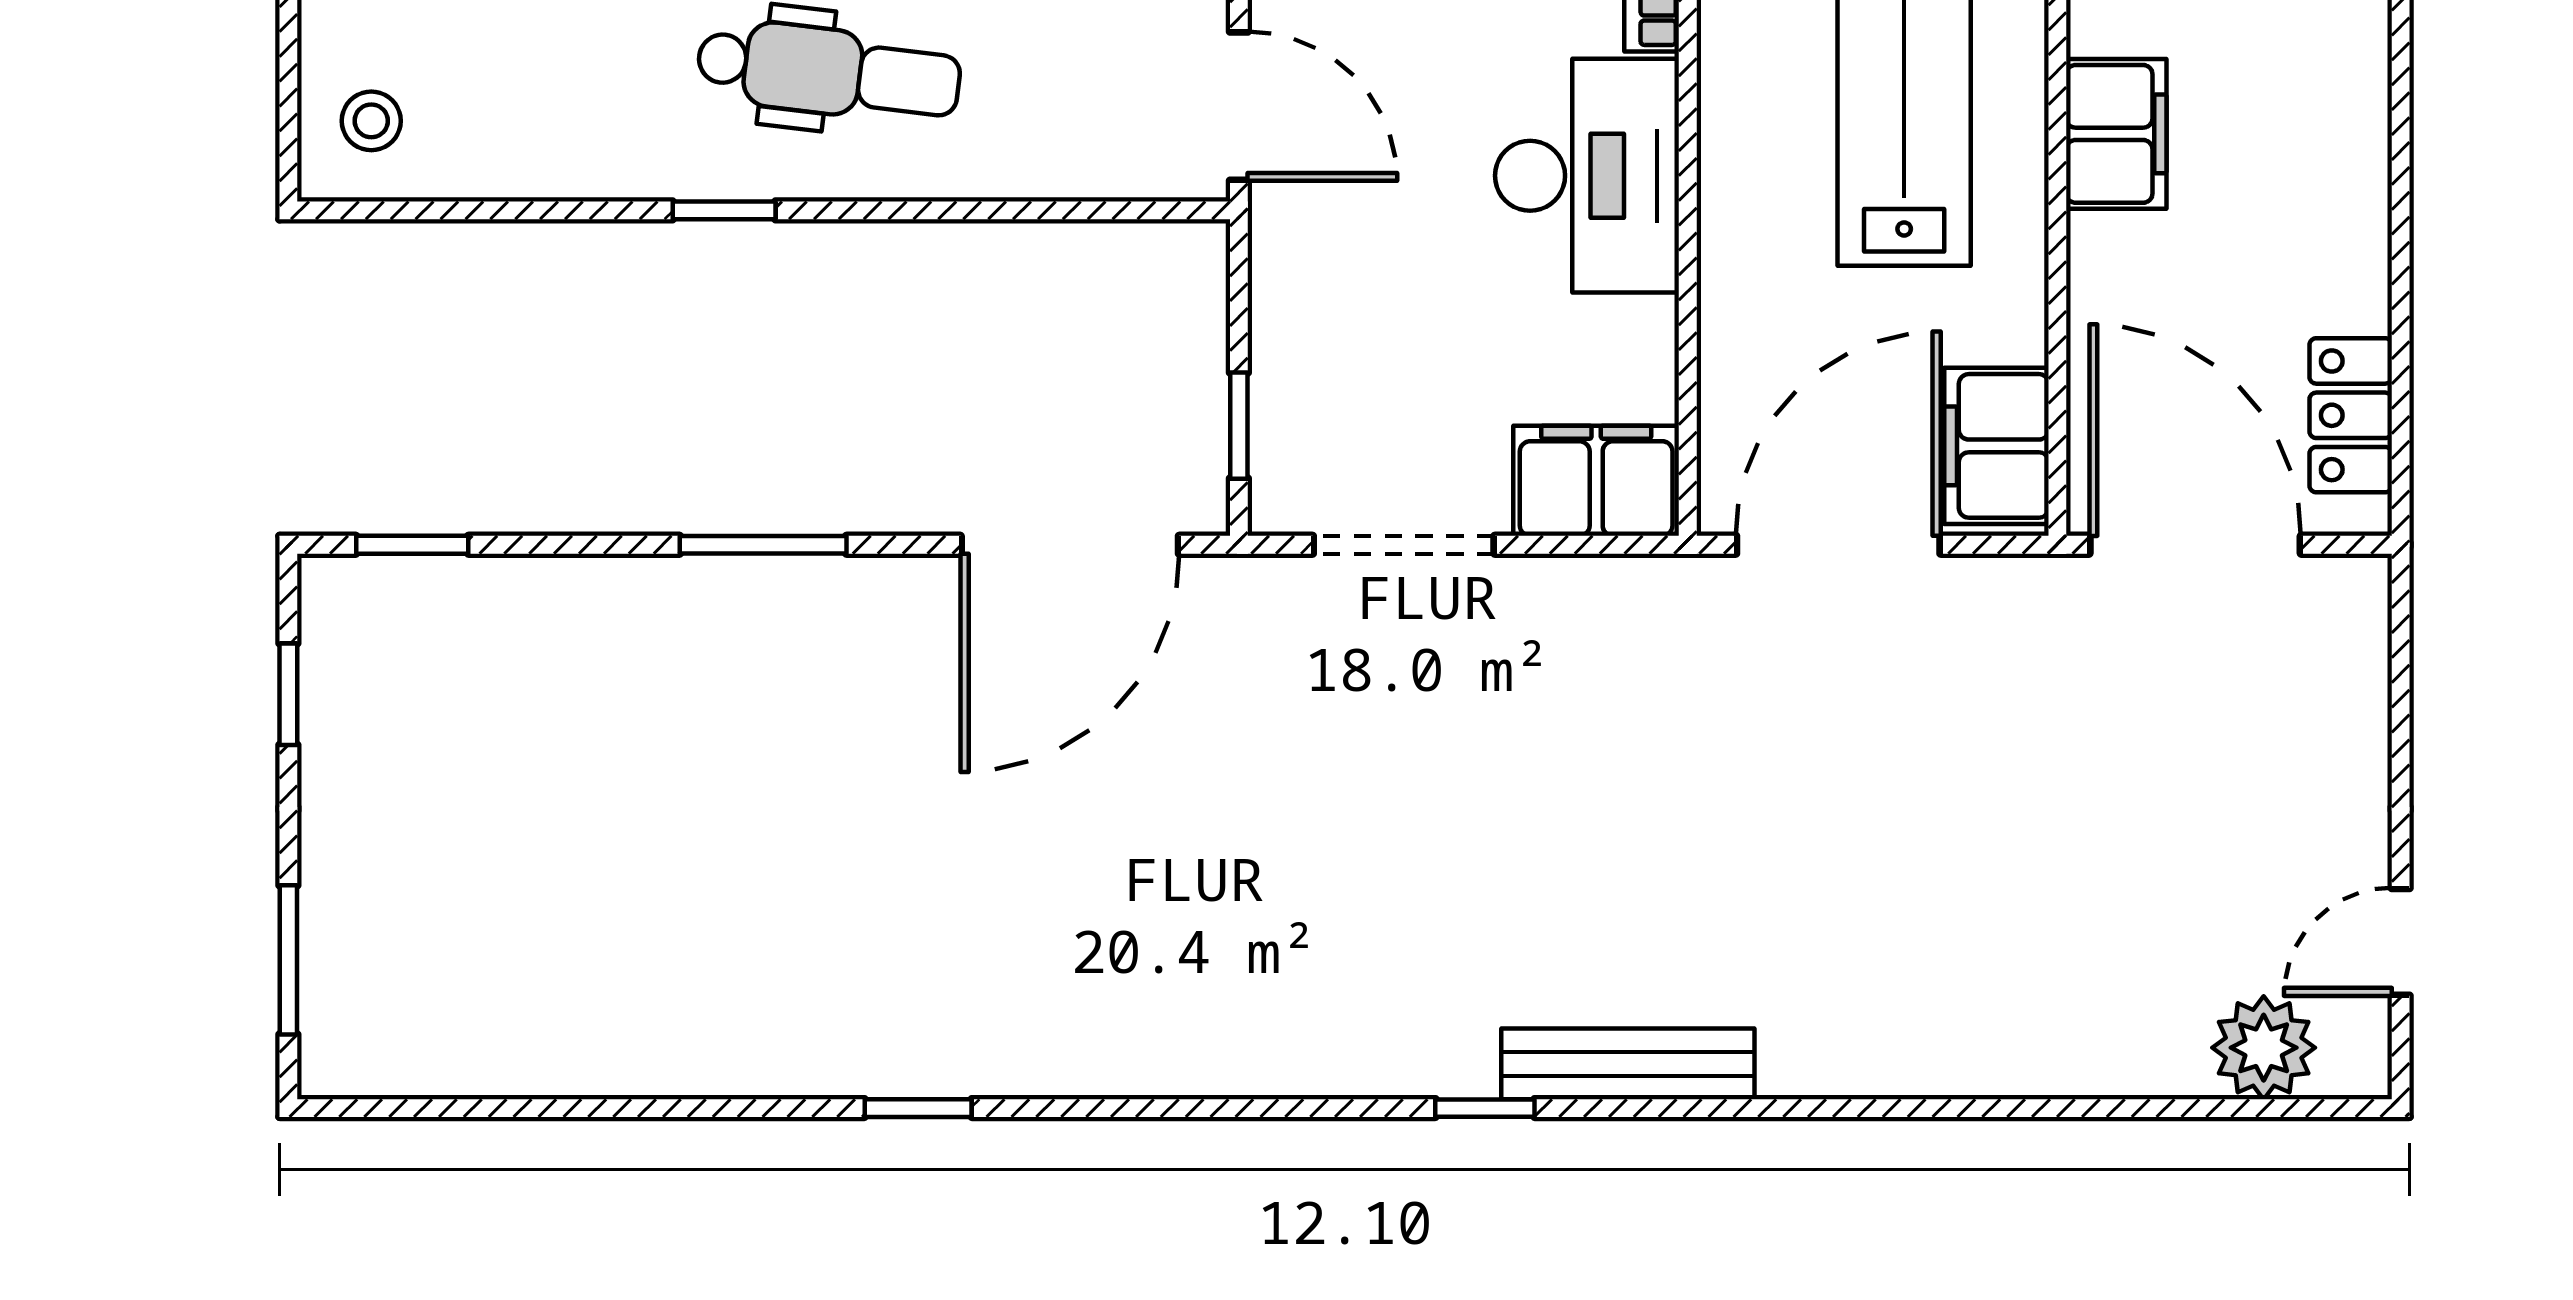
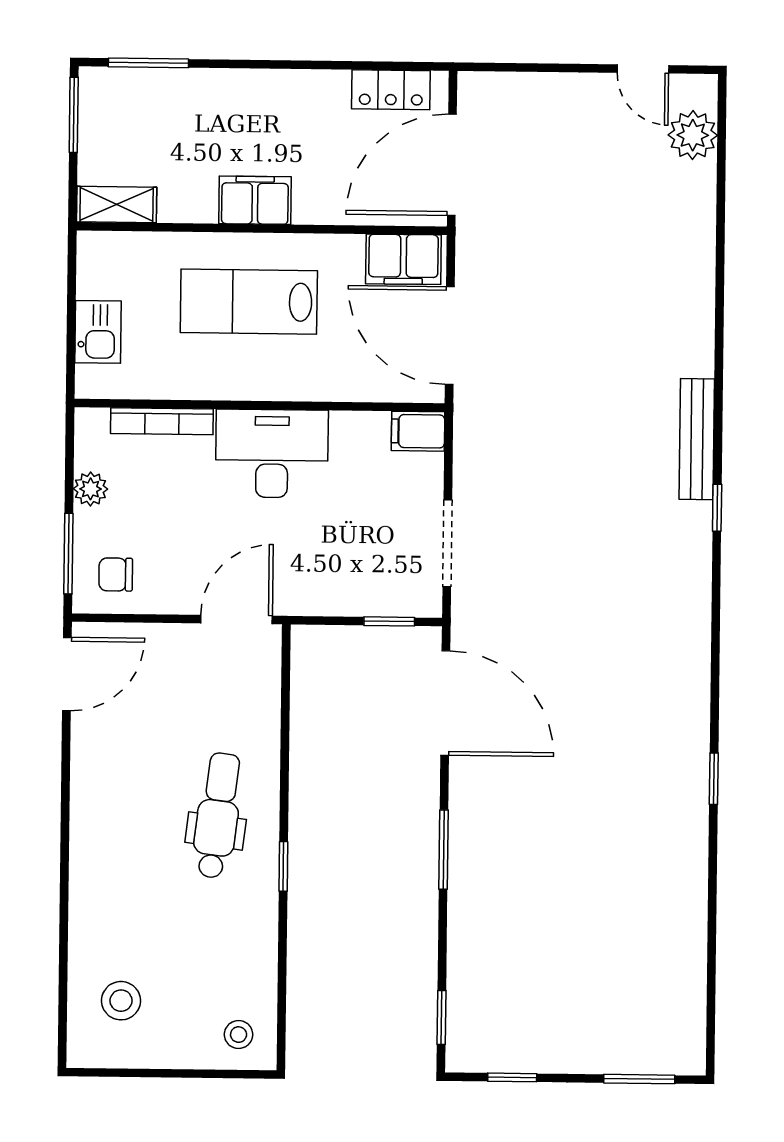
filing cabinet: (1596, 481) -> (418, 431), width x0.50

